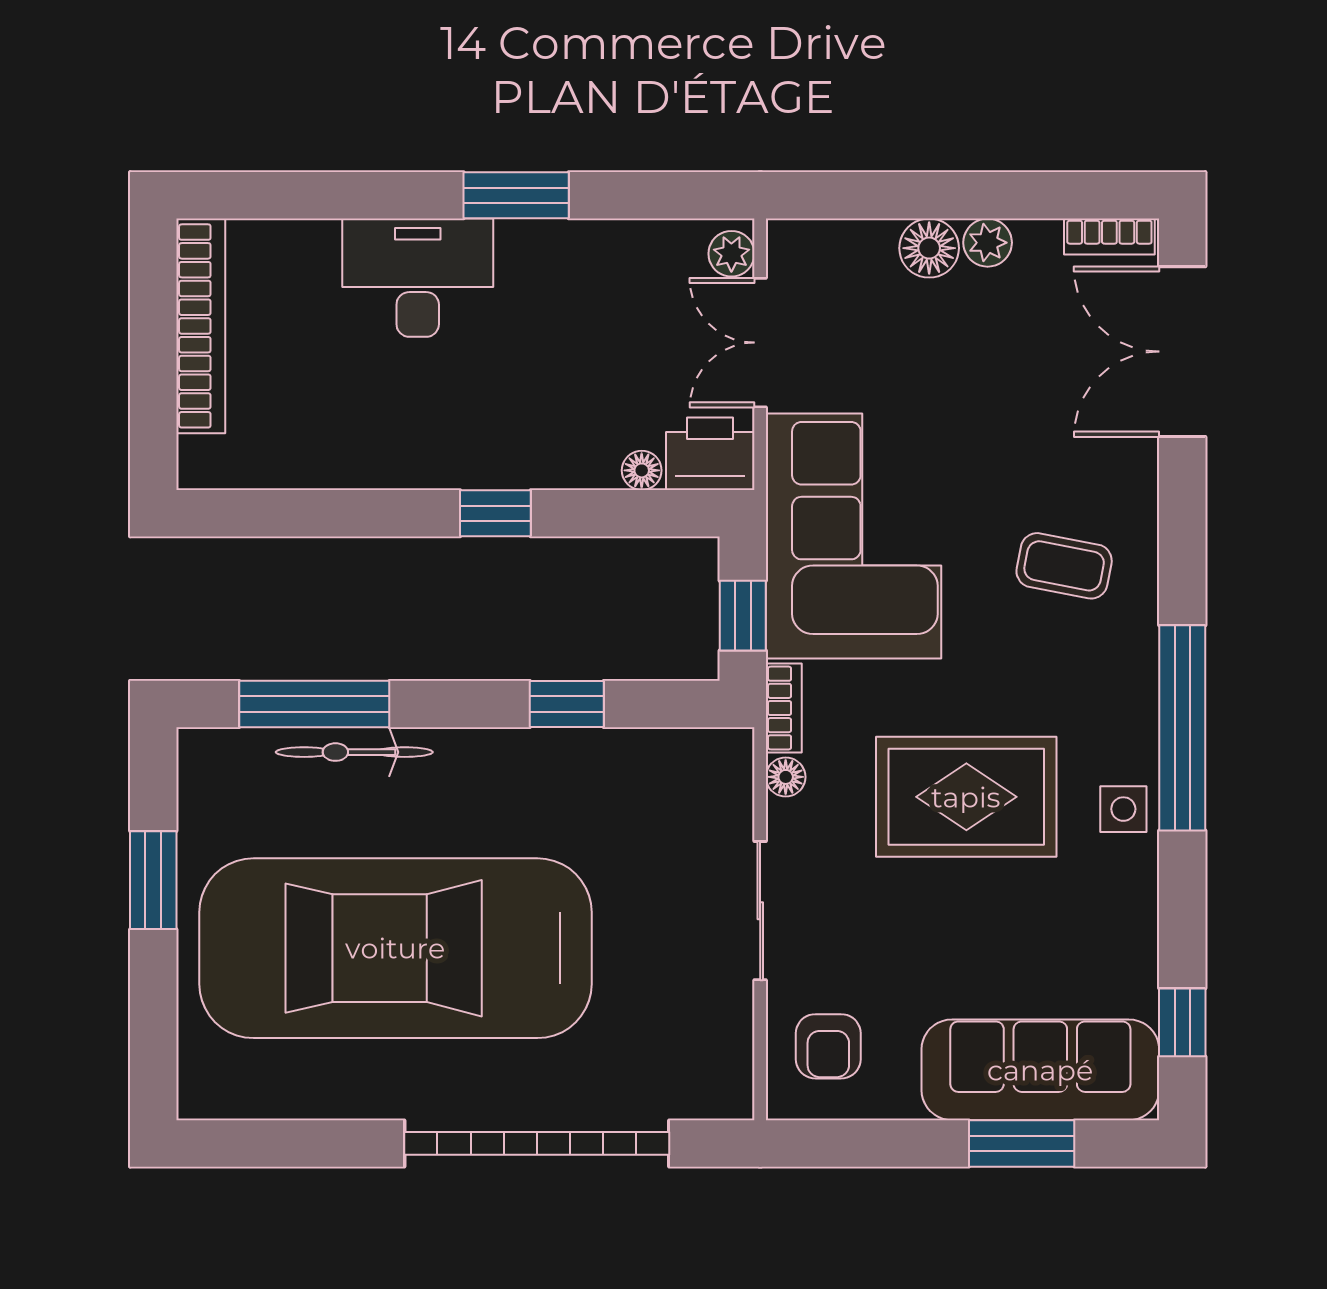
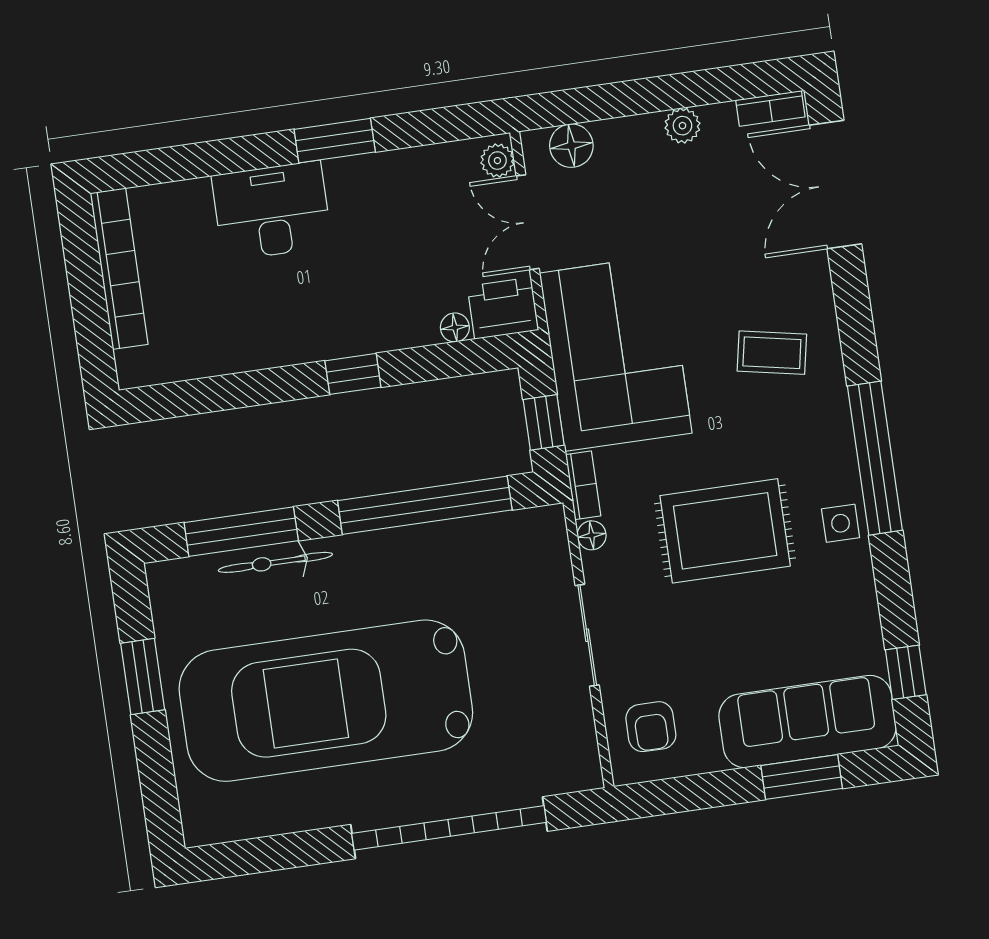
floor lamp: (929, 248) -> (571, 146), moved
window: (567, 704) -> (425, 505), width x3.17

